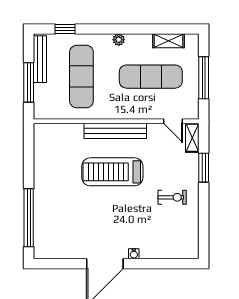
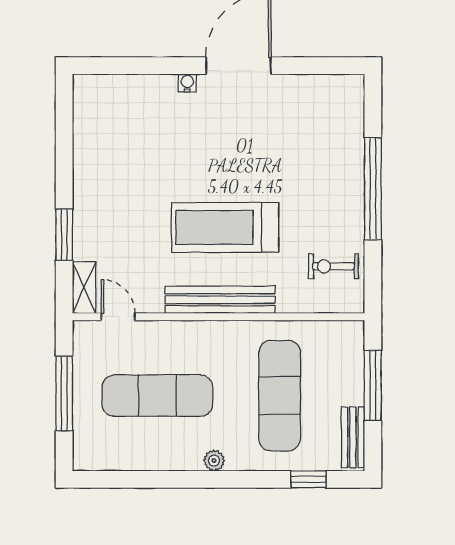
shelving: (168, 41) -> (126, 459), removed
bench: (40, 59) -> (353, 437), width x0.73
treadmill: (112, 172) -> (225, 227), turned 180
exercise bike: (172, 197) -> (333, 266), moved
window: (29, 218) -> (373, 189), moved

